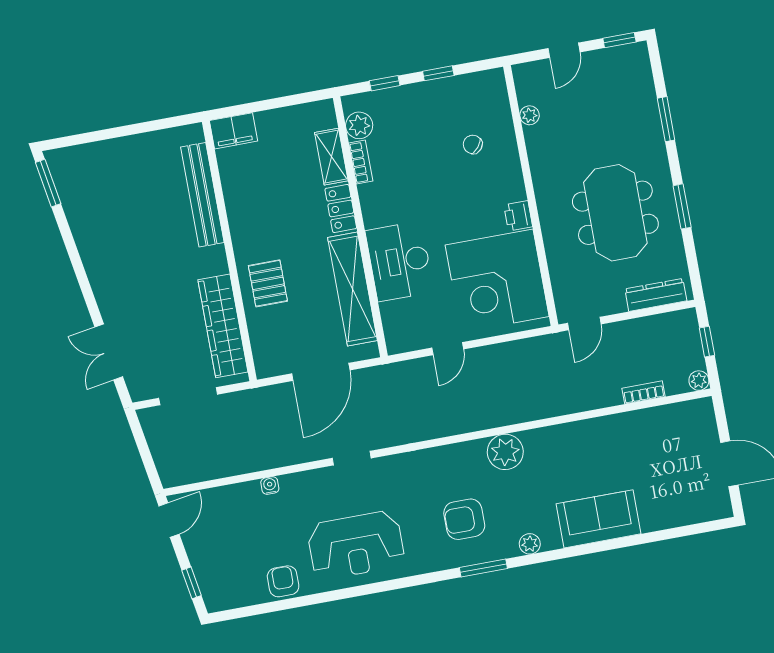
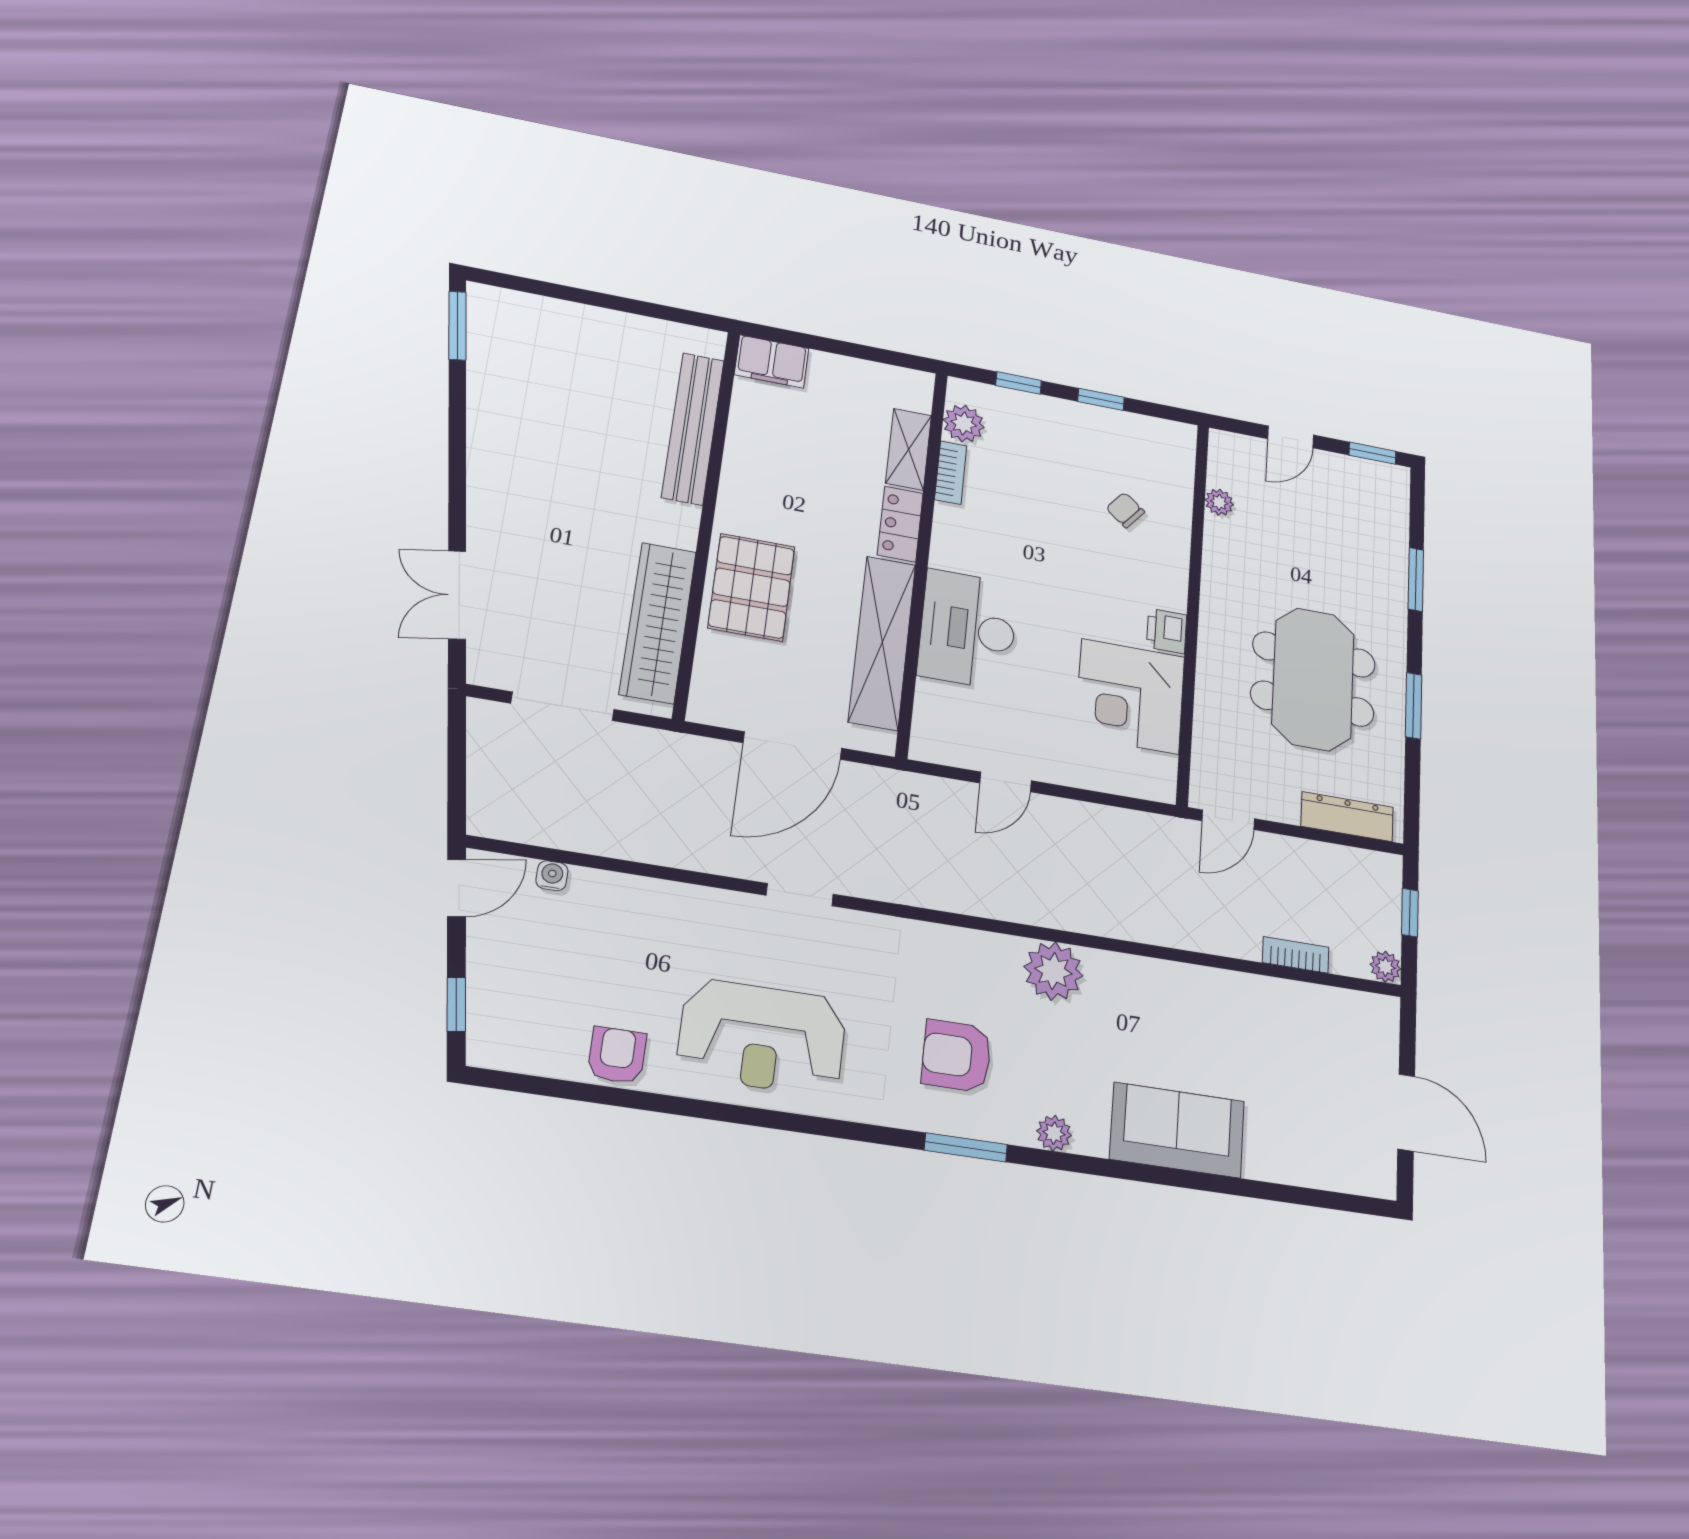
corner desk: (497, 281) -> (1130, 696), width x0.74, depth x0.74
pallet: (268, 283) -> (751, 587), width x1.50, depth x1.42
water cooler: (270, 486) -> (552, 876), moved

